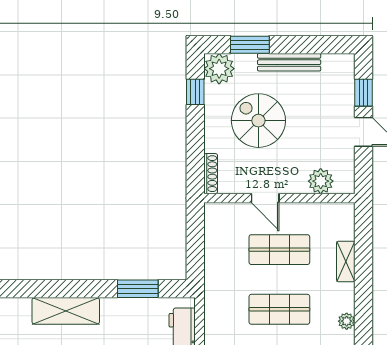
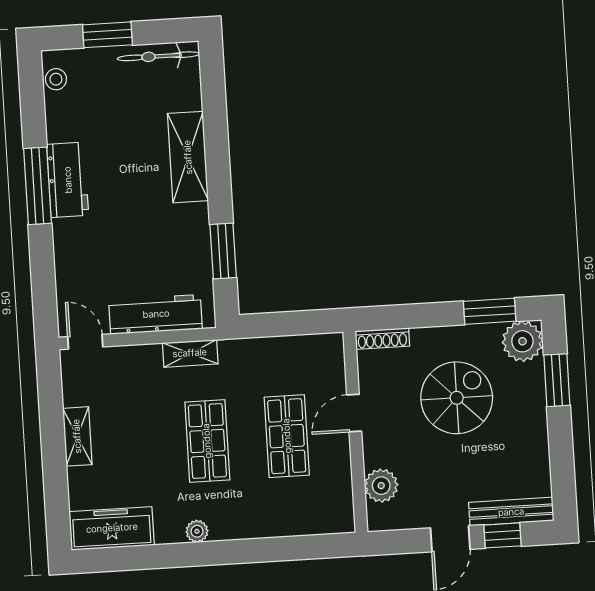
bench: (289, 62) -> (511, 512), moved, turned 90
window: (195, 92) -> (490, 311), width x1.50
shelving: (346, 261) -> (190, 353), moved

